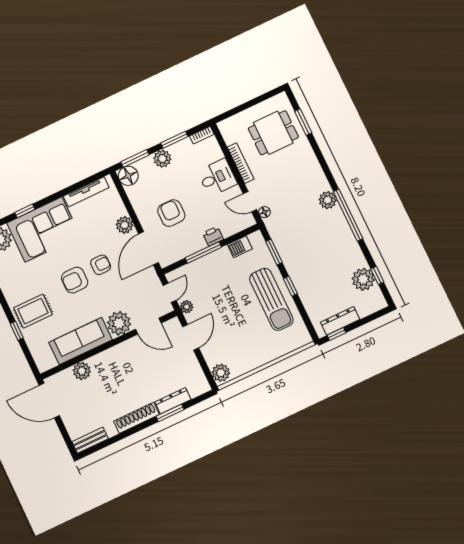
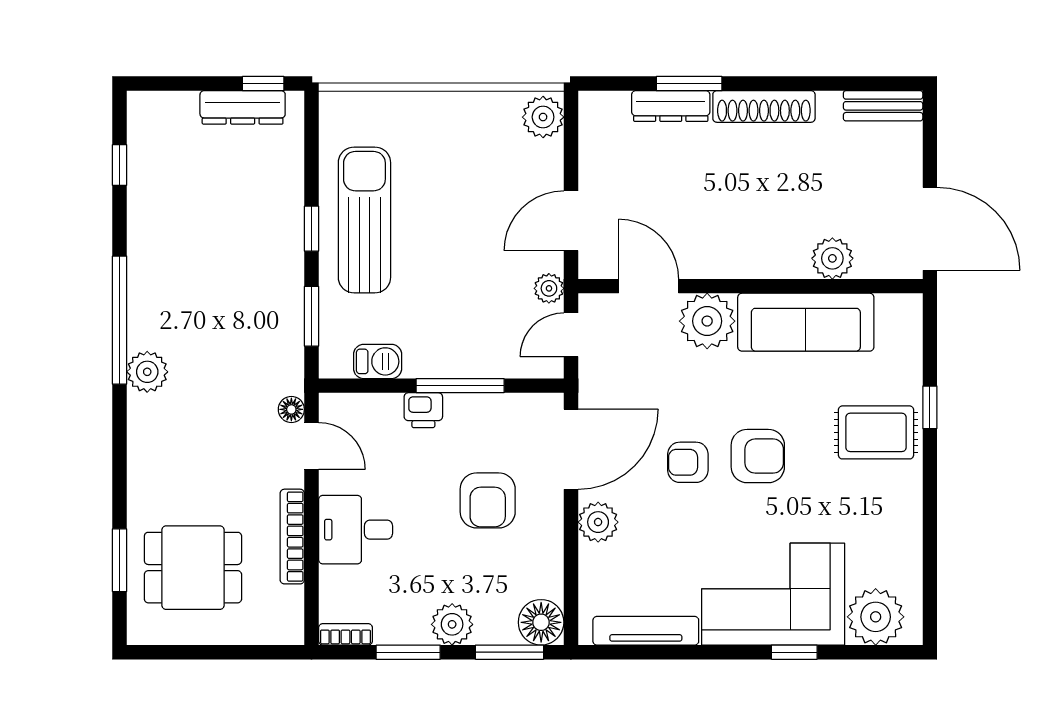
plant: (363, 279) -> (153, 171), removed

